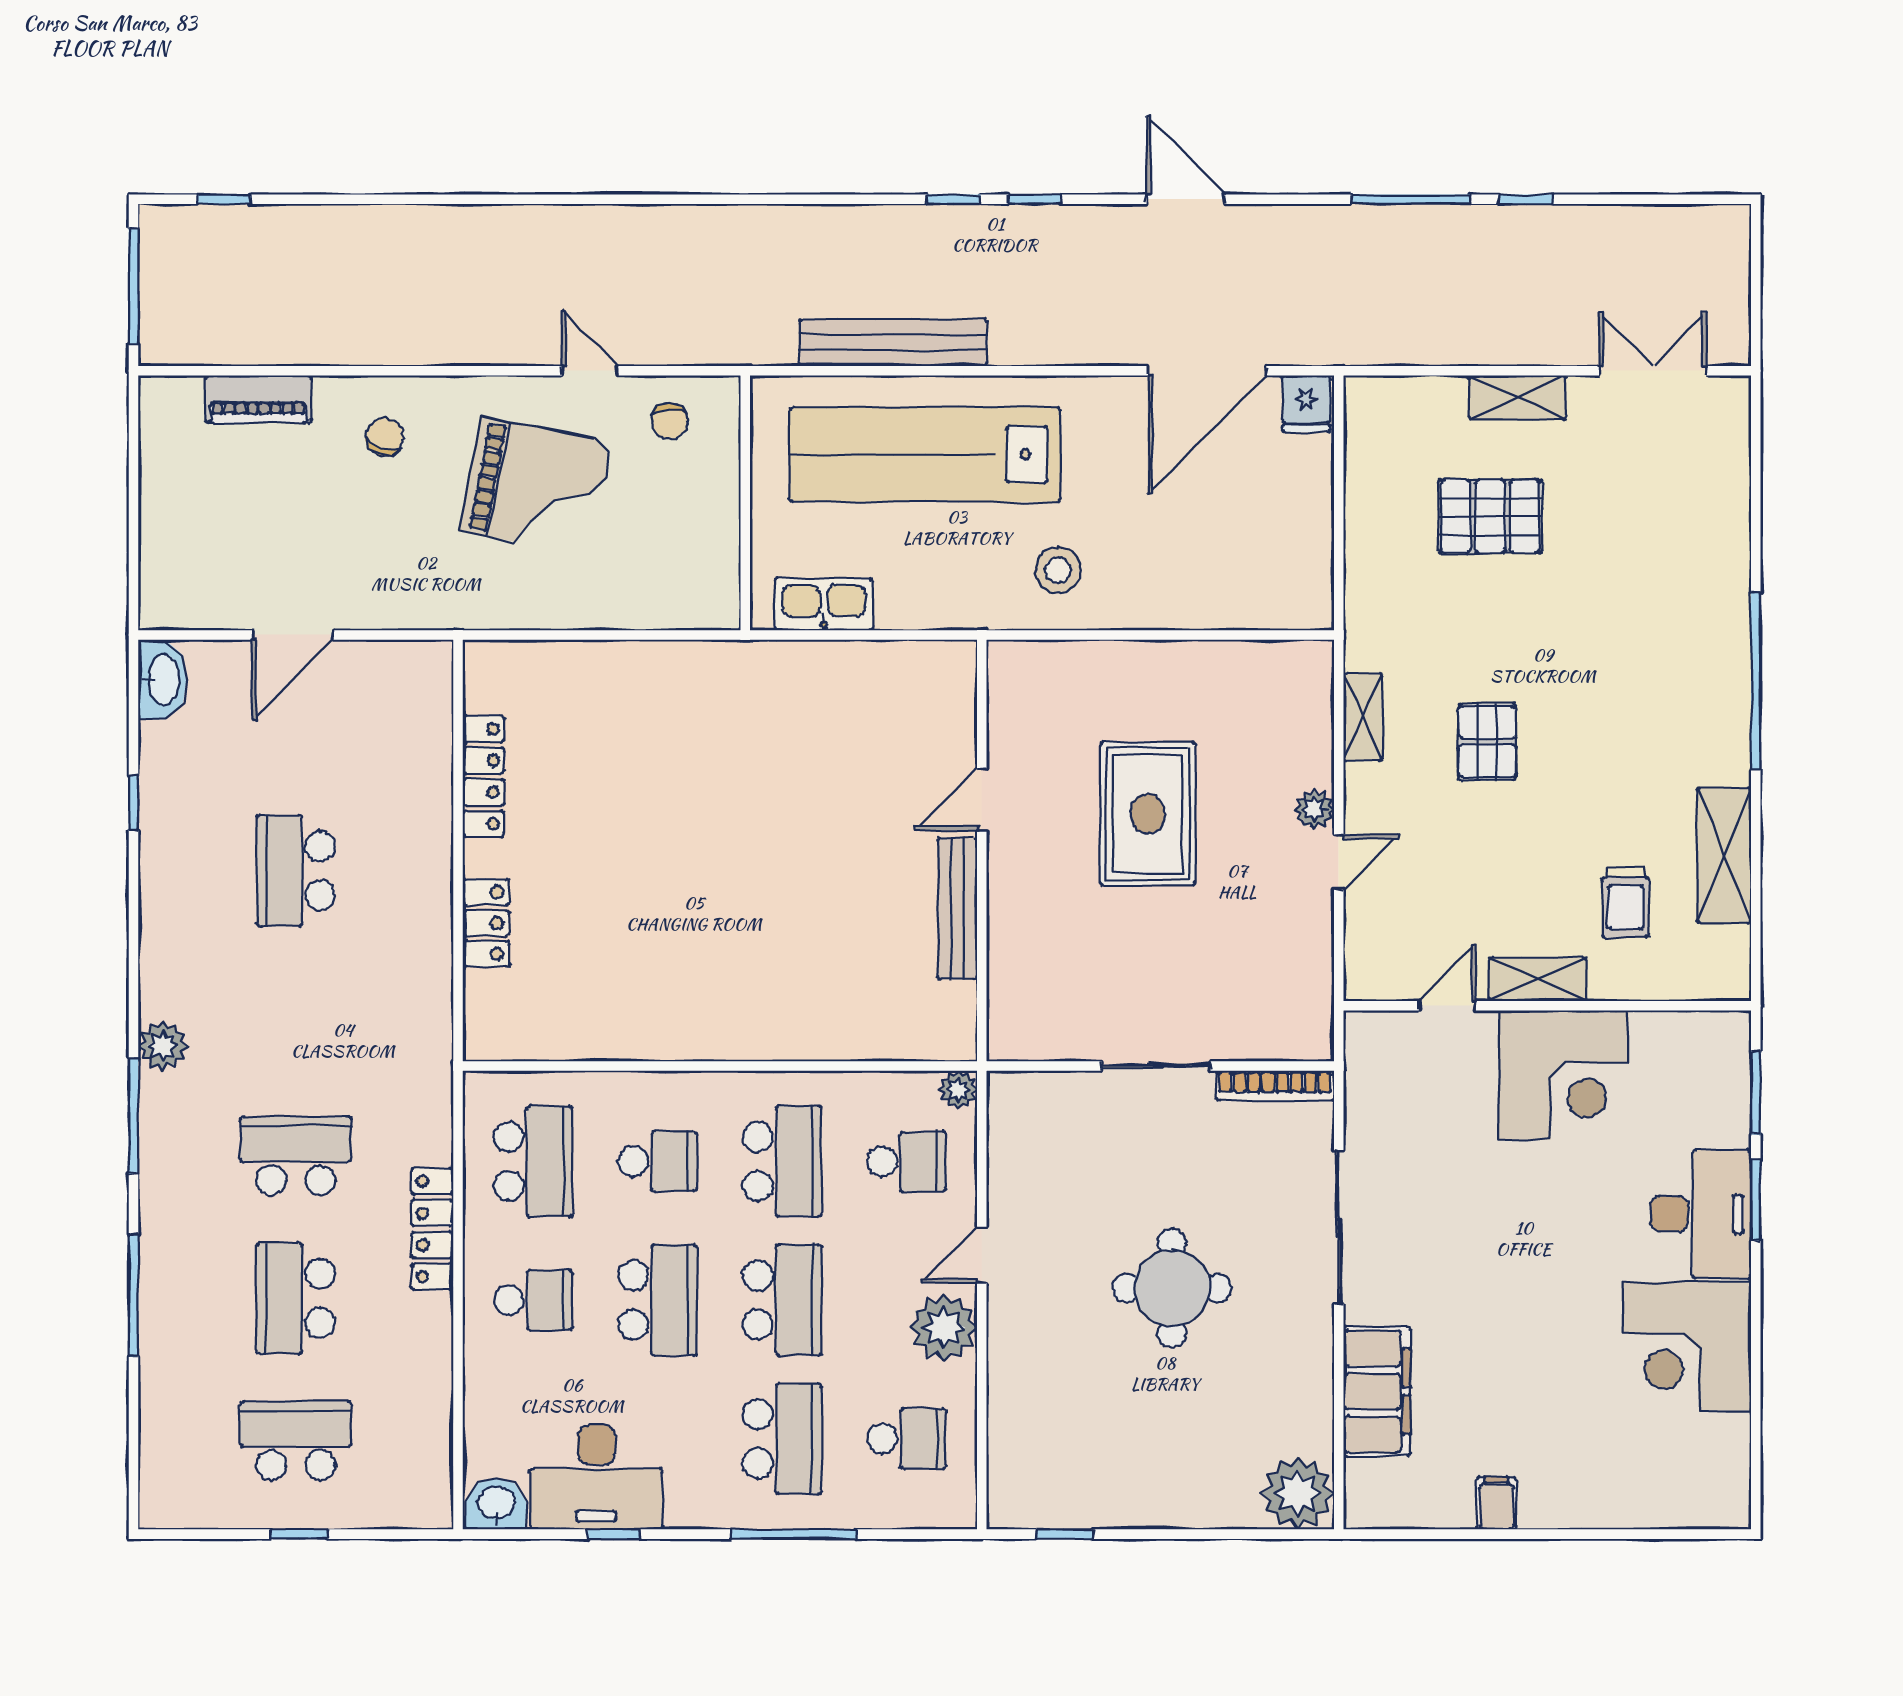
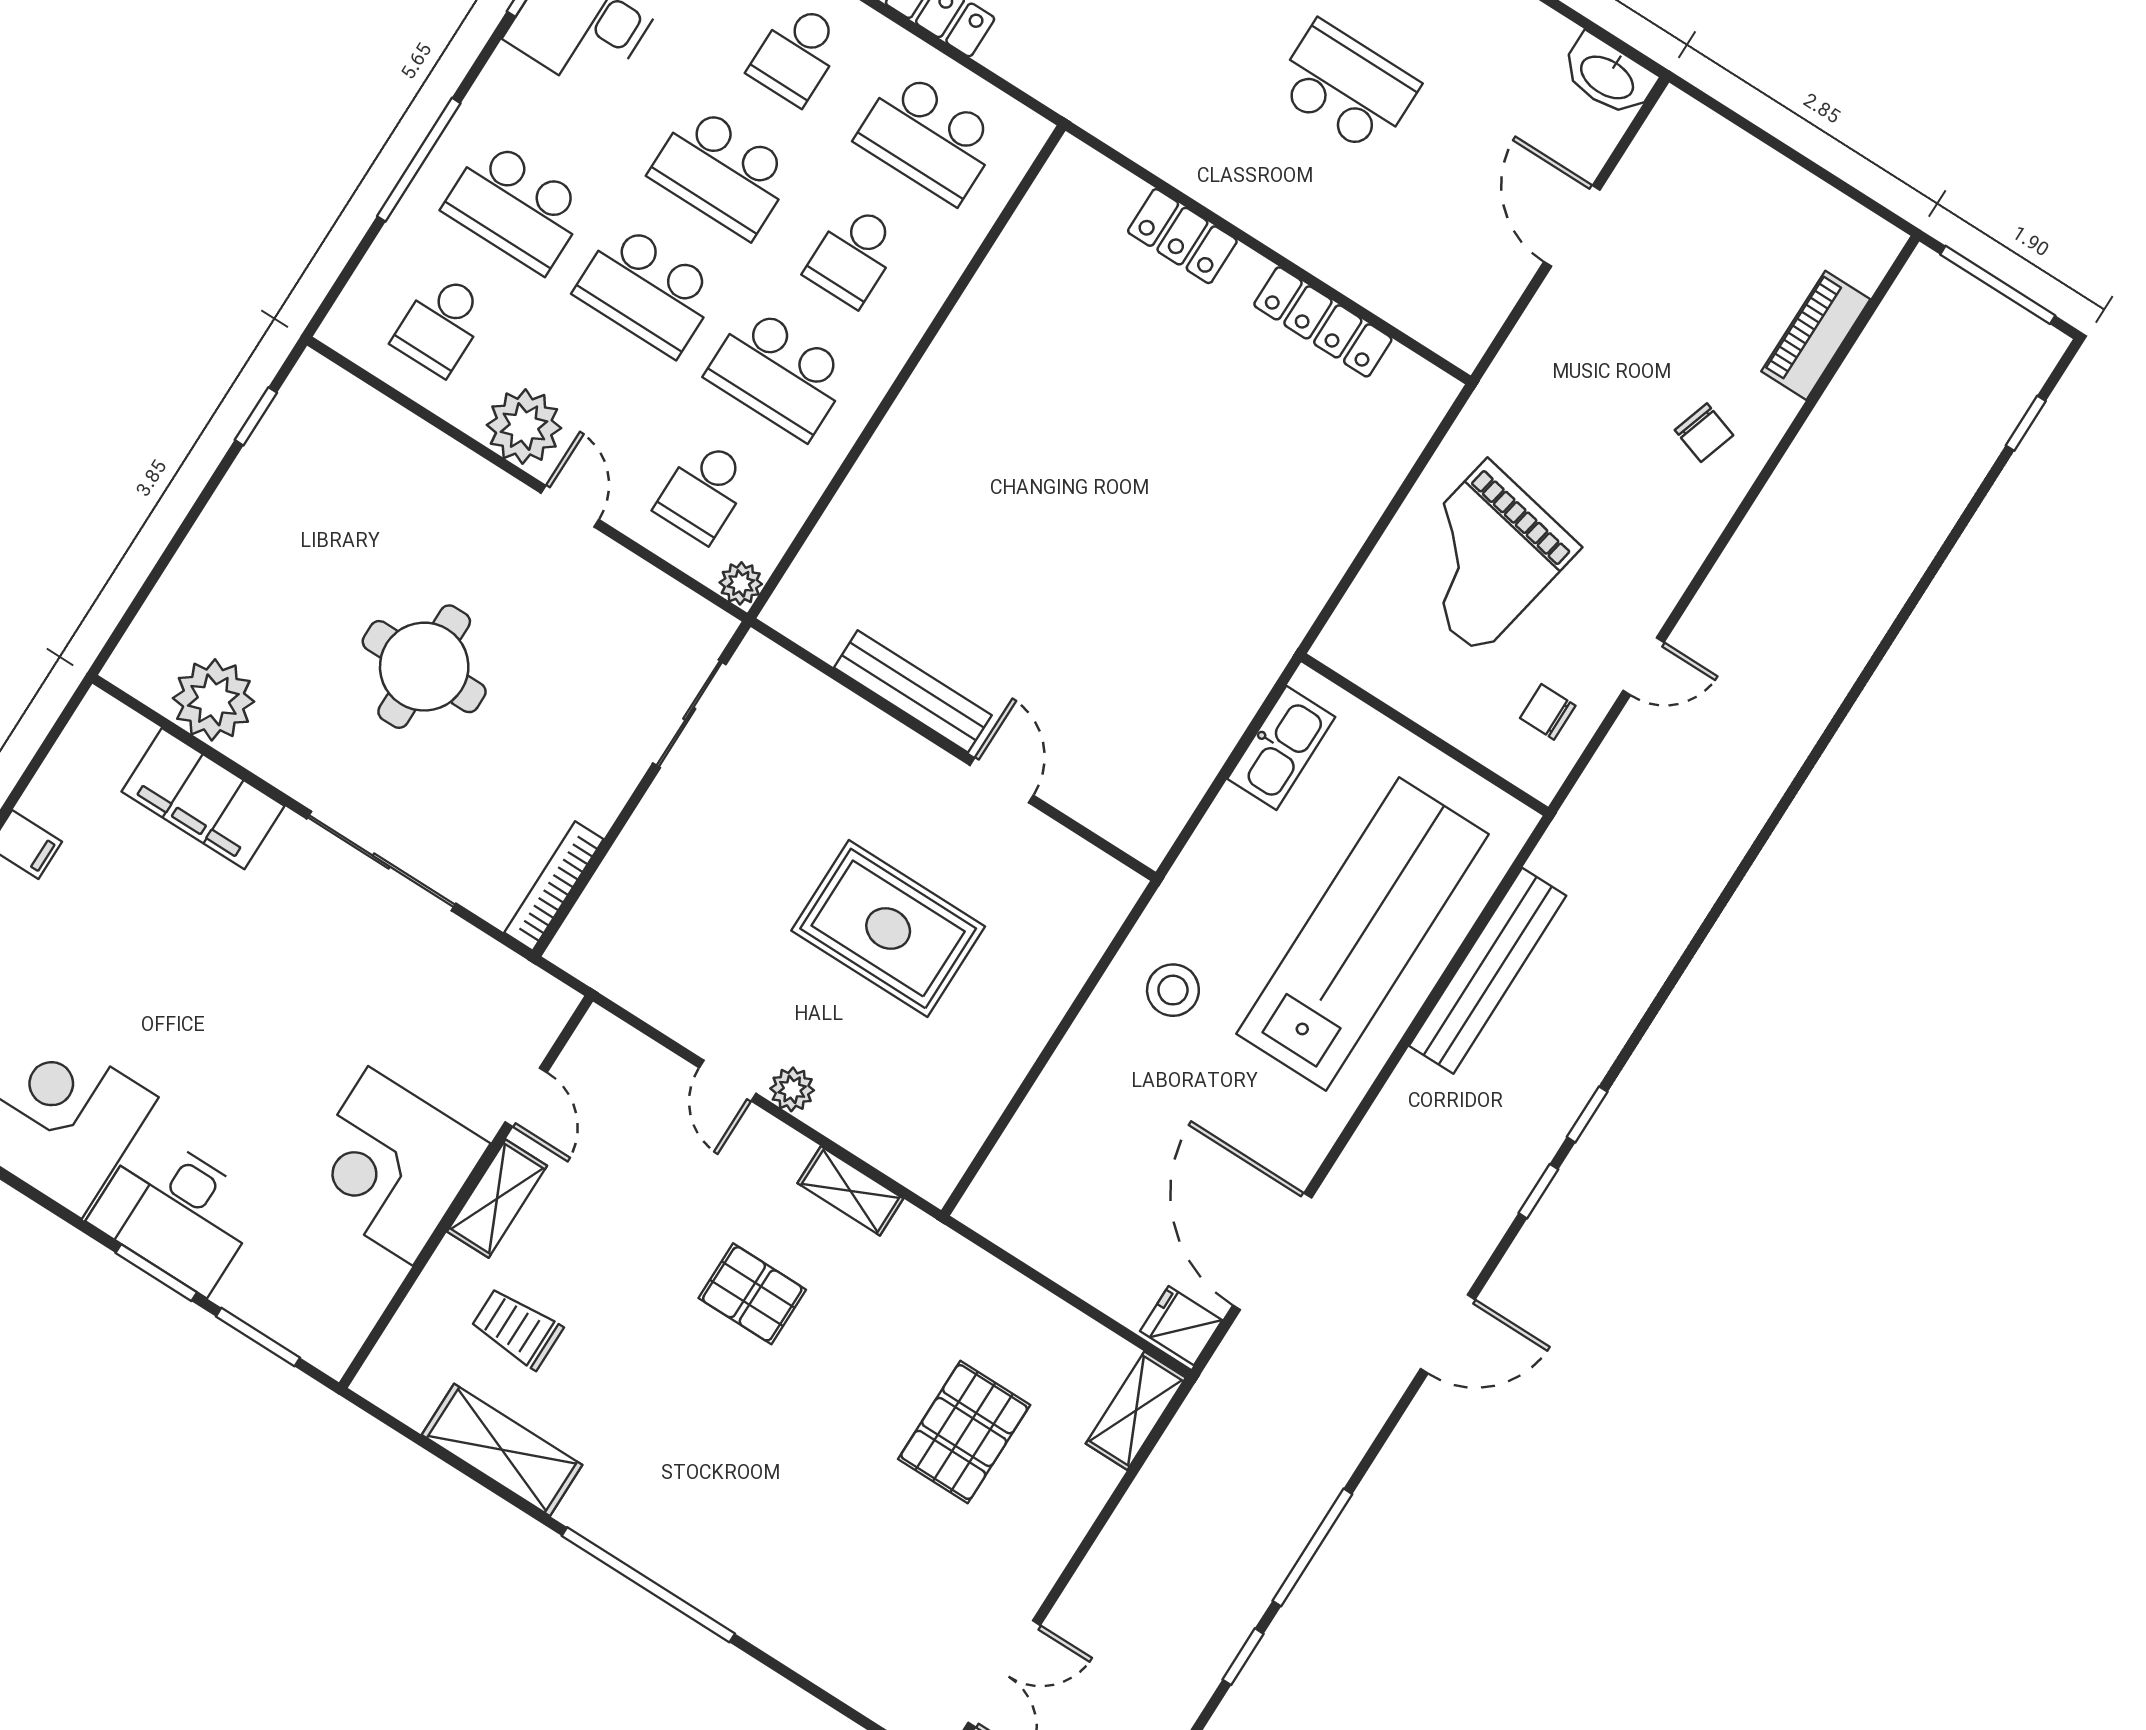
shelving: (1518, 397) -> (1136, 1411), moved
grand piano: (536, 486) -> (1483, 557), moved
sliding door: (1156, 1066) -> (689, 714), moved
plant: (1298, 1493) -> (213, 700), moved

